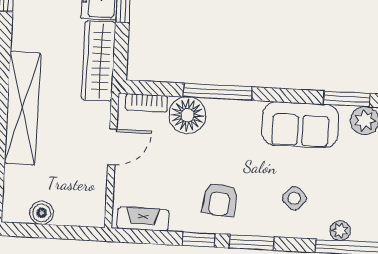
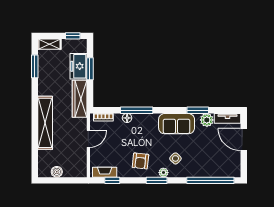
floor lamp: (187, 115) -> (127, 118), width x0.53, depth x0.53
plant: (340, 231) -> (163, 173), moved
window: (199, 240) -> (112, 180), moved

